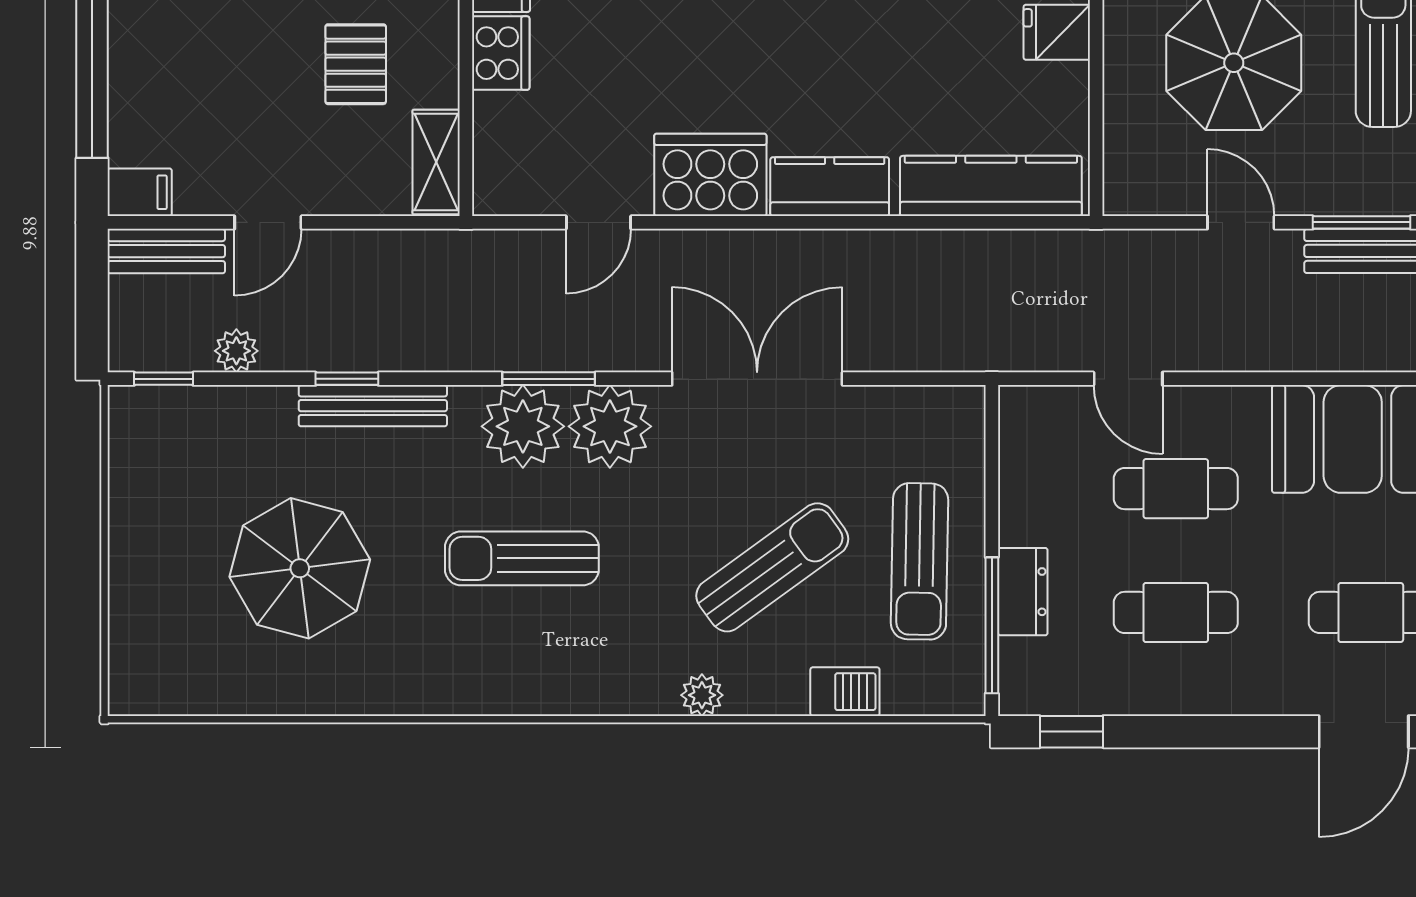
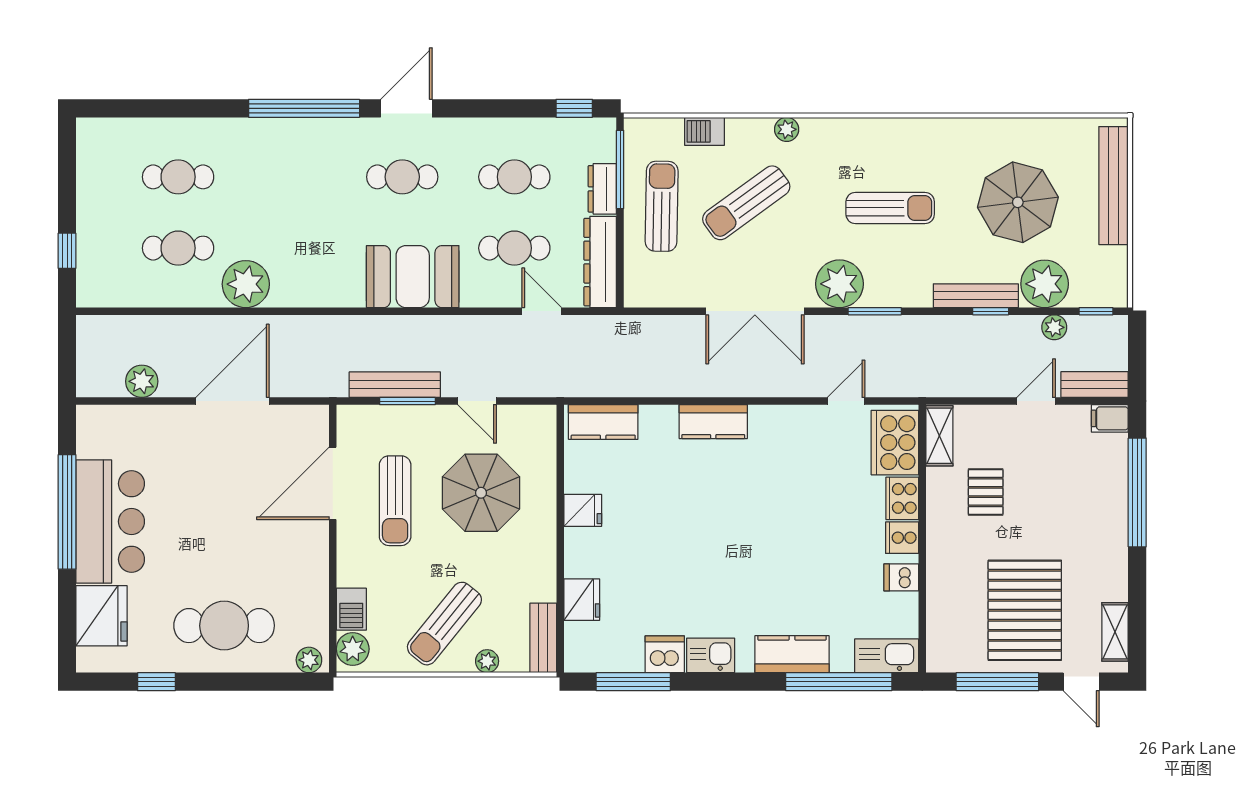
cooker: (710, 175) -> (895, 443), moved, turned 90
kitchen counter: (991, 186) -> (603, 422), width x0.67
plant: (523, 426) -> (1045, 284), moved
dresser: (1026, 464) -> (600, 262), added
bench: (133, 597) -> (1113, 186), added

